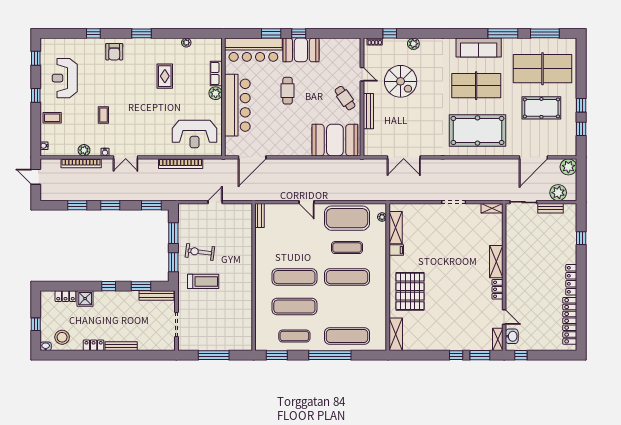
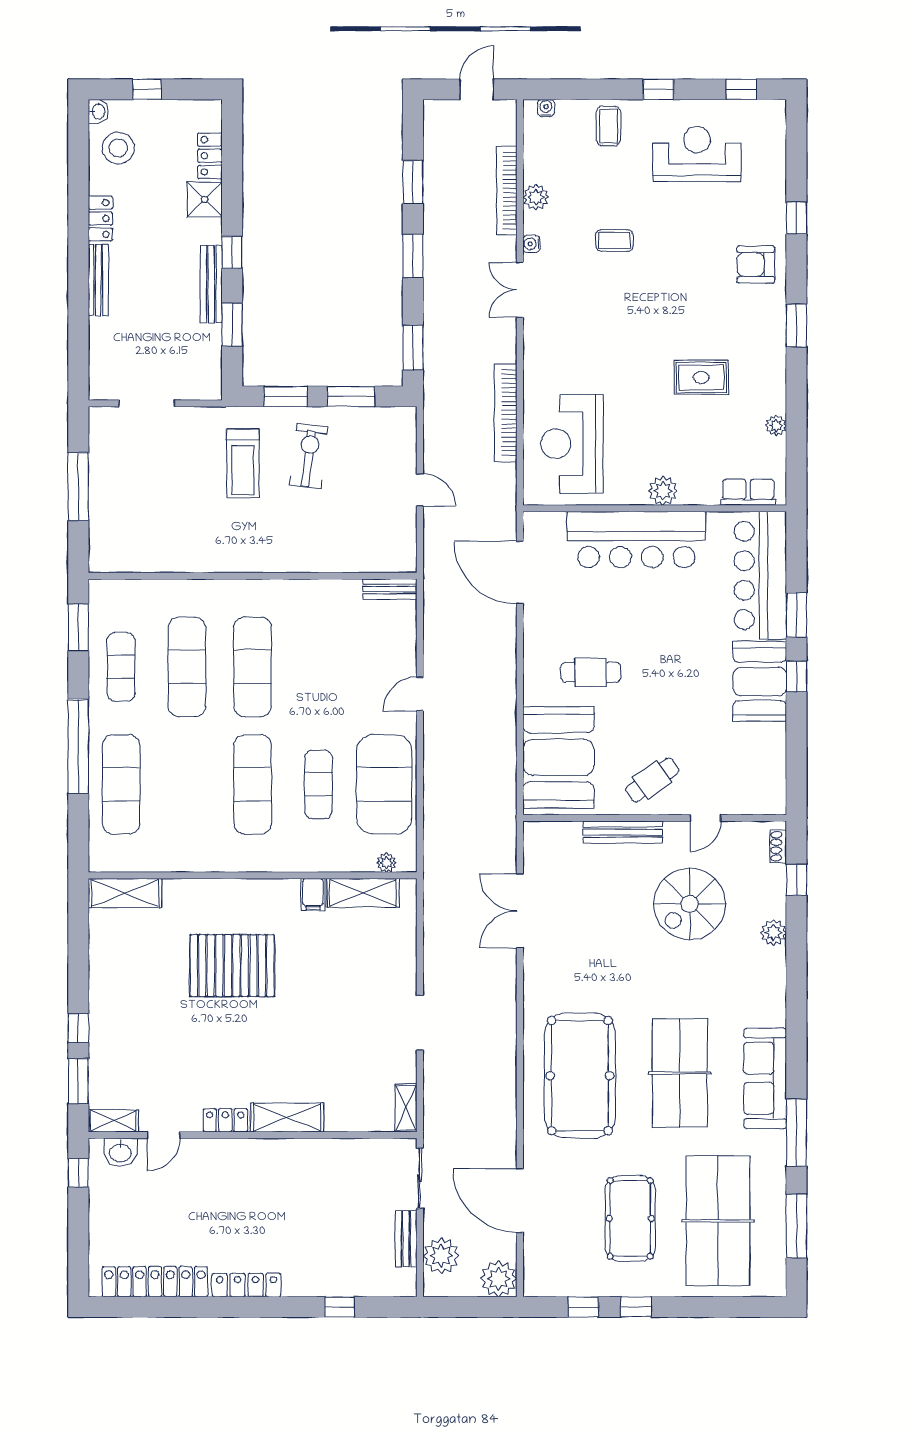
row of seats: (216, 74) -> (748, 492), moved
cafe table: (288, 91) -> (591, 672), moved
pallet: (410, 291) -> (232, 966), moved
bench: (157, 296) -> (211, 284), moved

